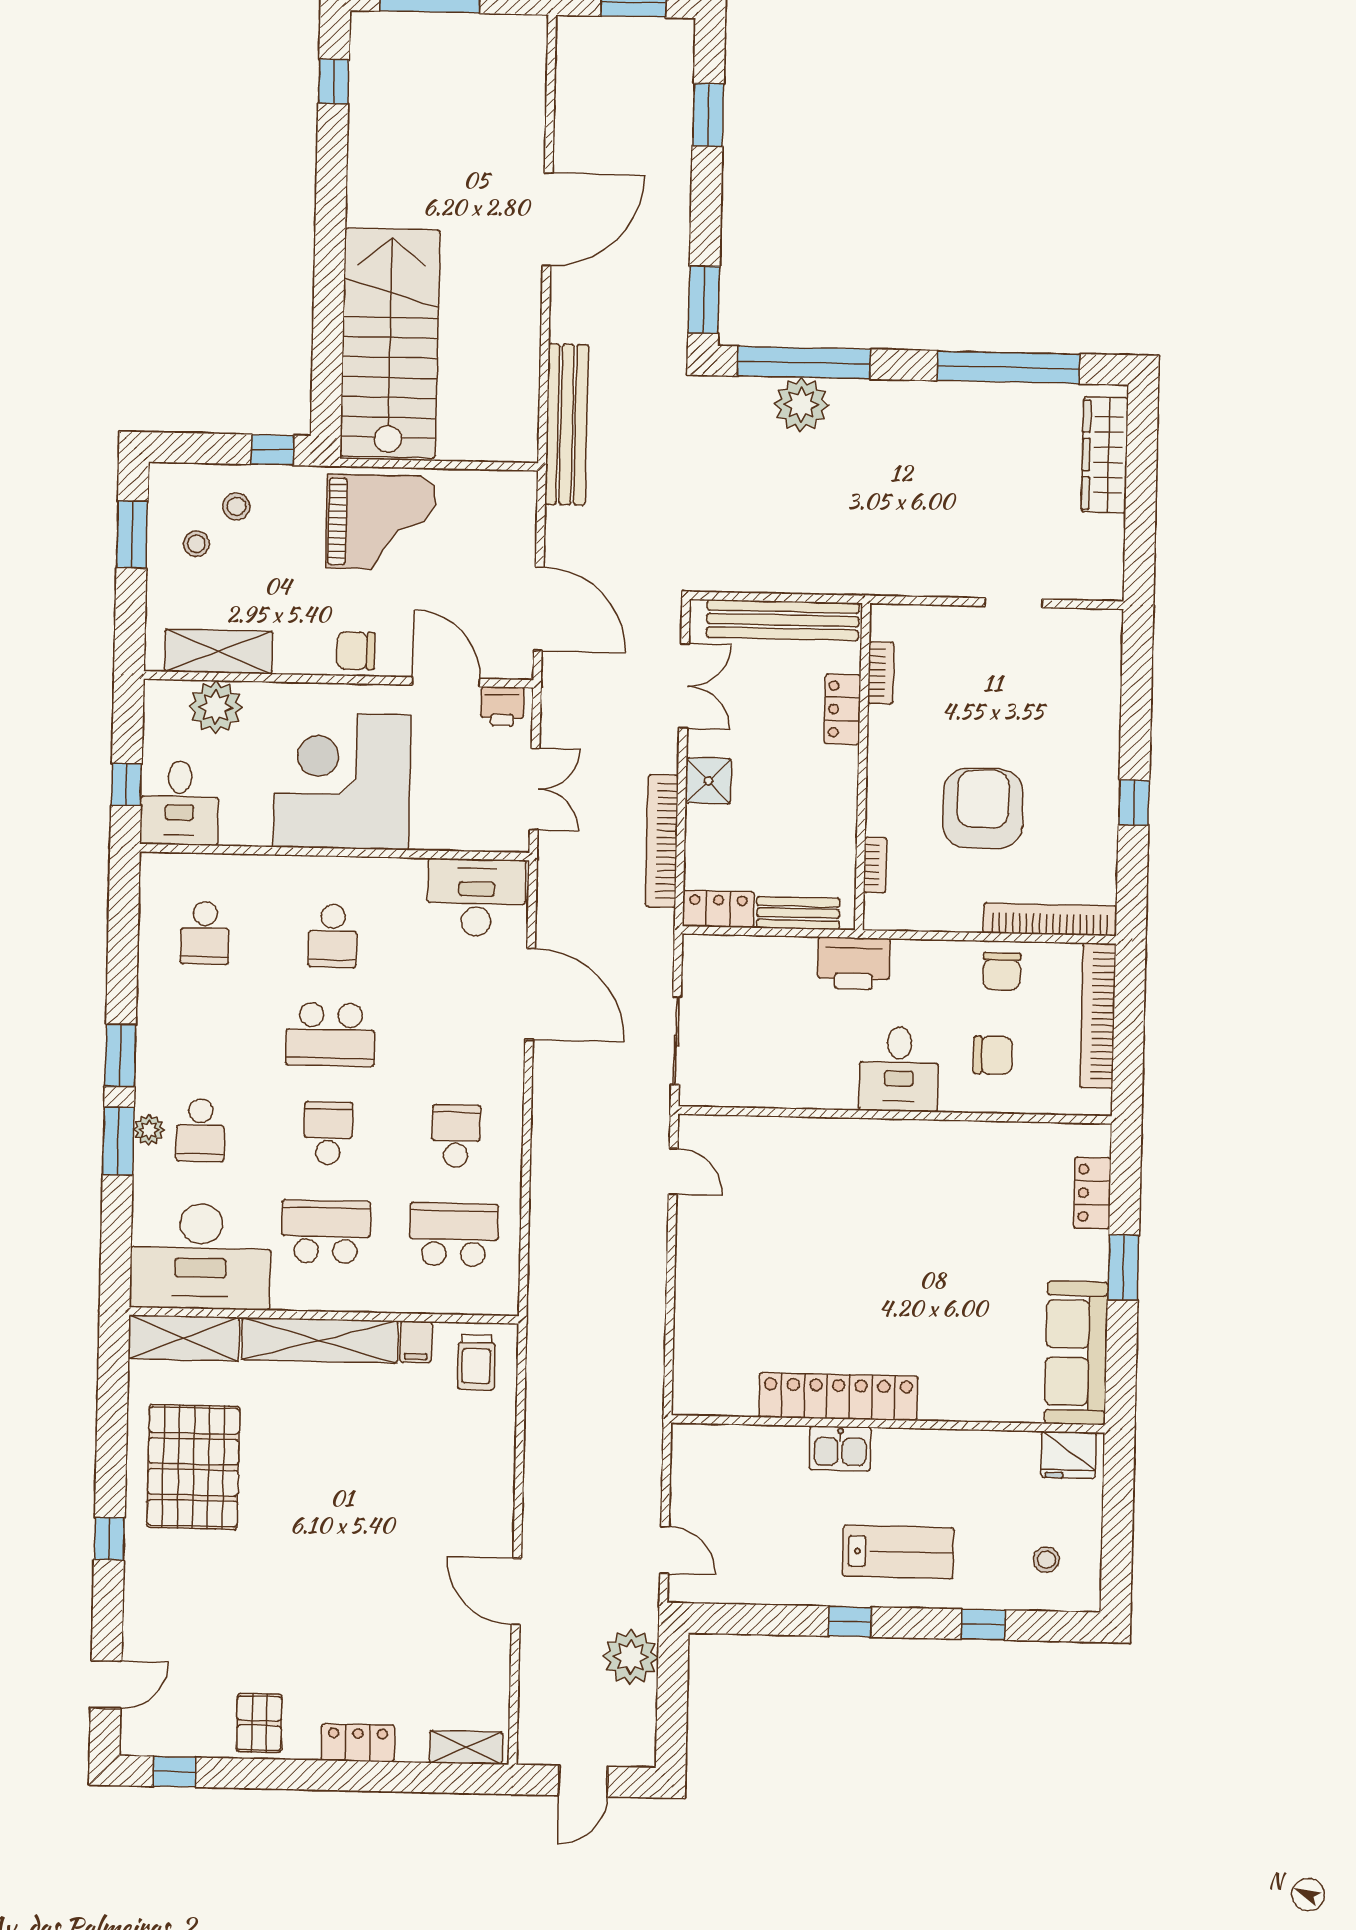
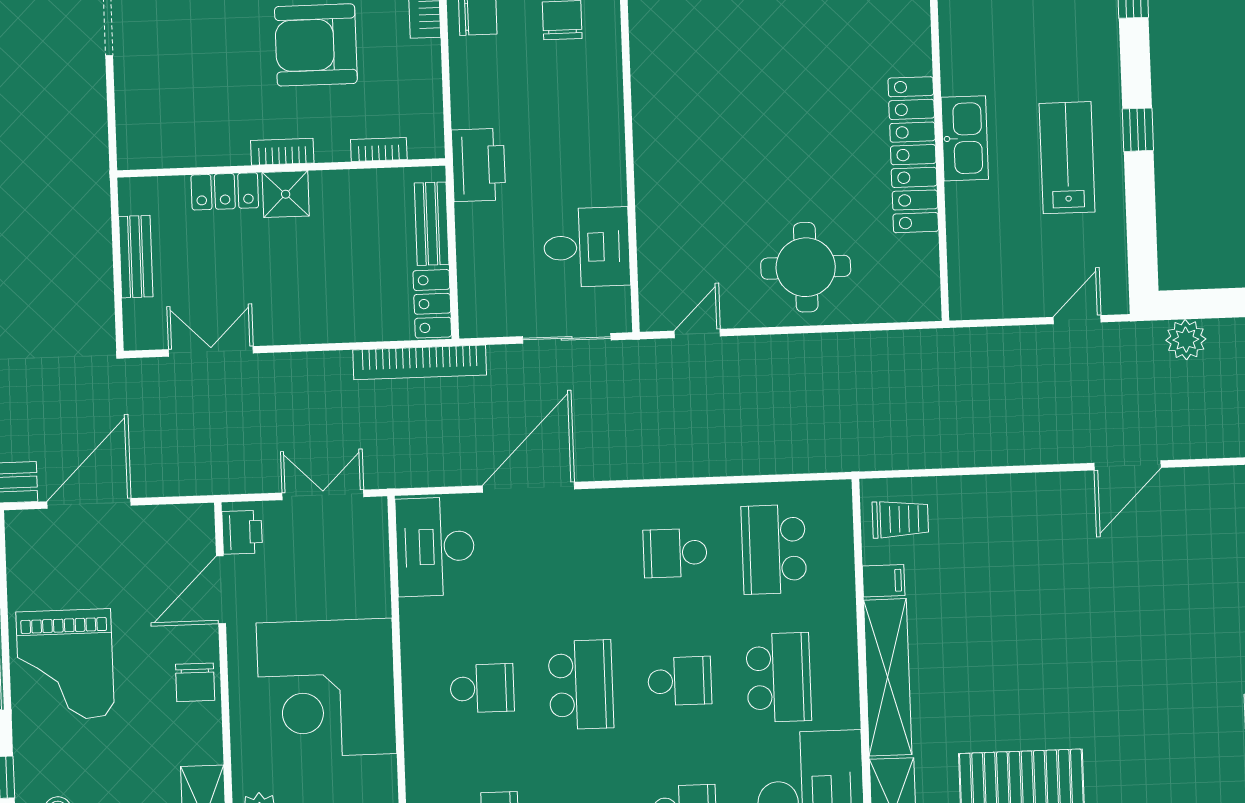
grand piano: (381, 522) -> (65, 665), turned 180
door: (539, 609) -> (89, 503), moved
bench: (783, 620) -> (136, 257), width x0.54, depth x0.82
bookcase: (881, 673) -> (282, 152), moved
shower: (708, 781) -> (286, 194), moved
bookcase: (662, 841) -> (420, 362), moved
desk: (899, 1069) -> (587, 247), moved
school desk: (328, 1133) -> (680, 681), turned 180
school desk: (326, 1232) -> (779, 677), turned 180
round table: (733, 1283) -> (806, 267), added
kitchen sink: (840, 1448) -> (965, 138), width x1.38
lab bench: (898, 1552) -> (1067, 158), moved
plant: (631, 1657) -> (1186, 340), width x0.73, depth x0.73

